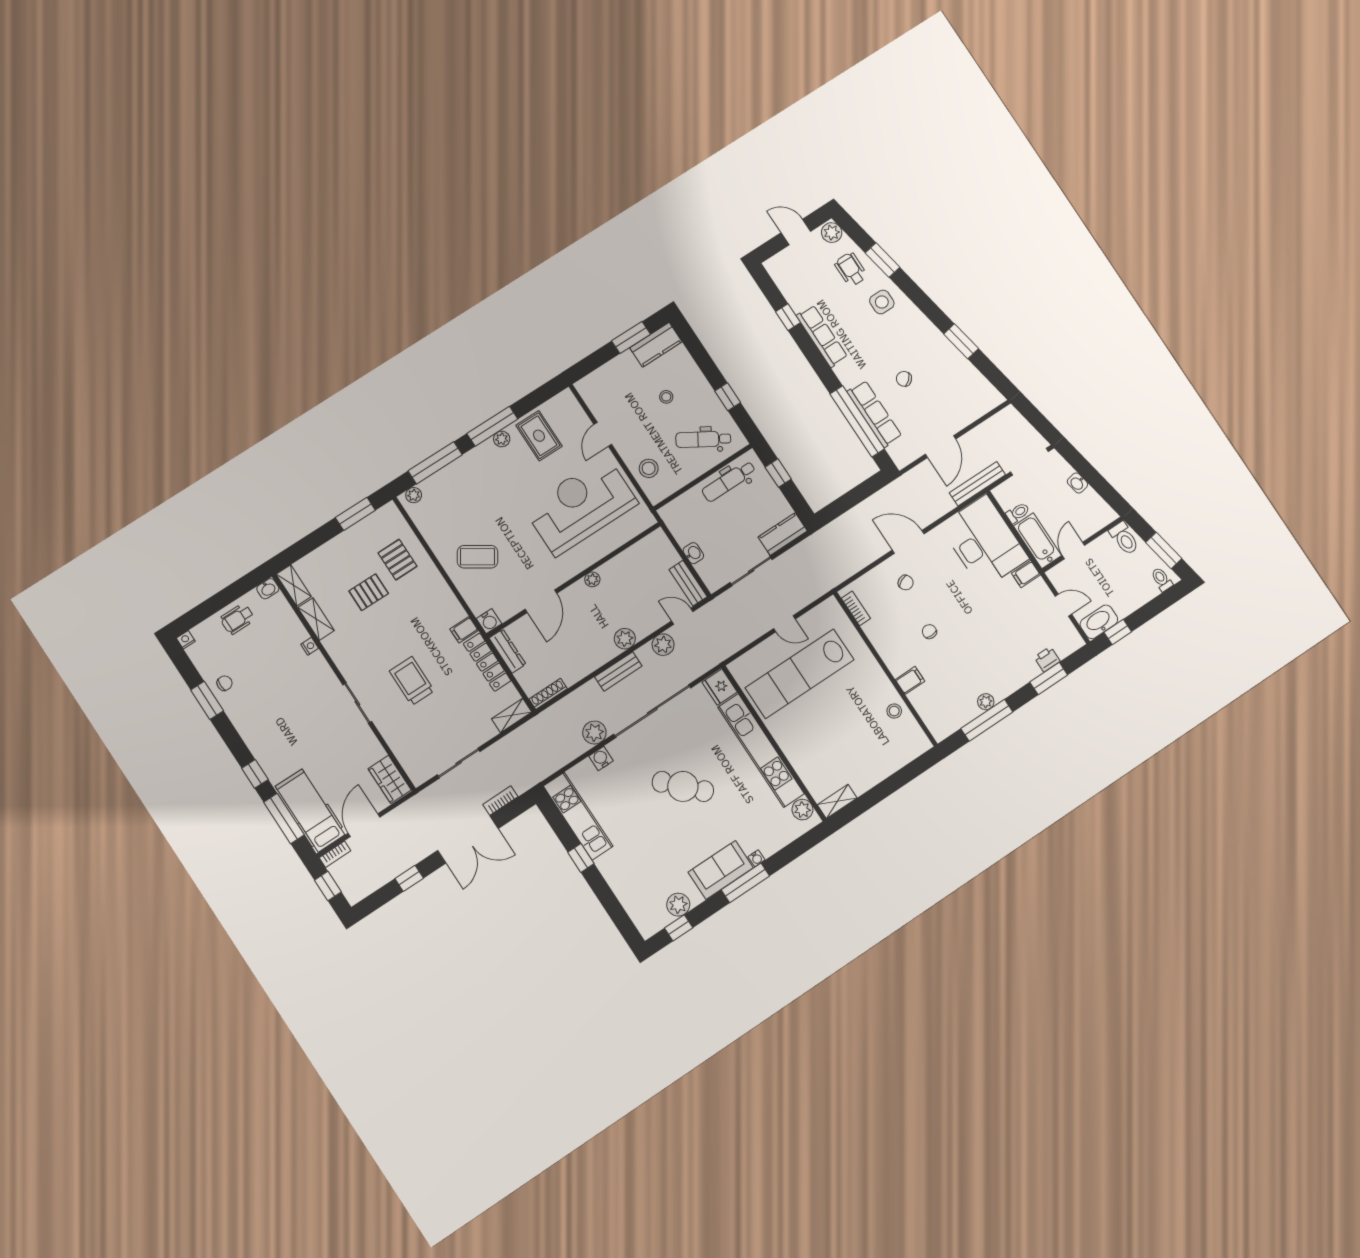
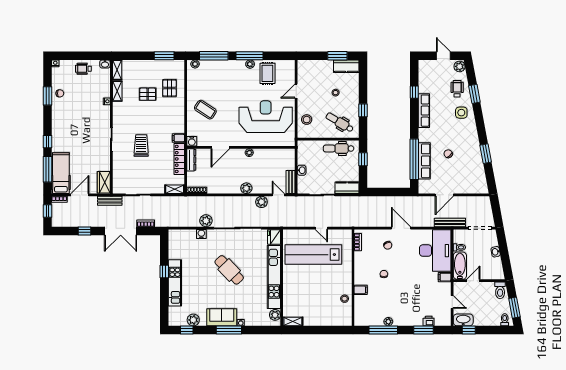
bench: (618, 671) -> (110, 201), moved
kitchen unit: (578, 816) -> (175, 283), moved

